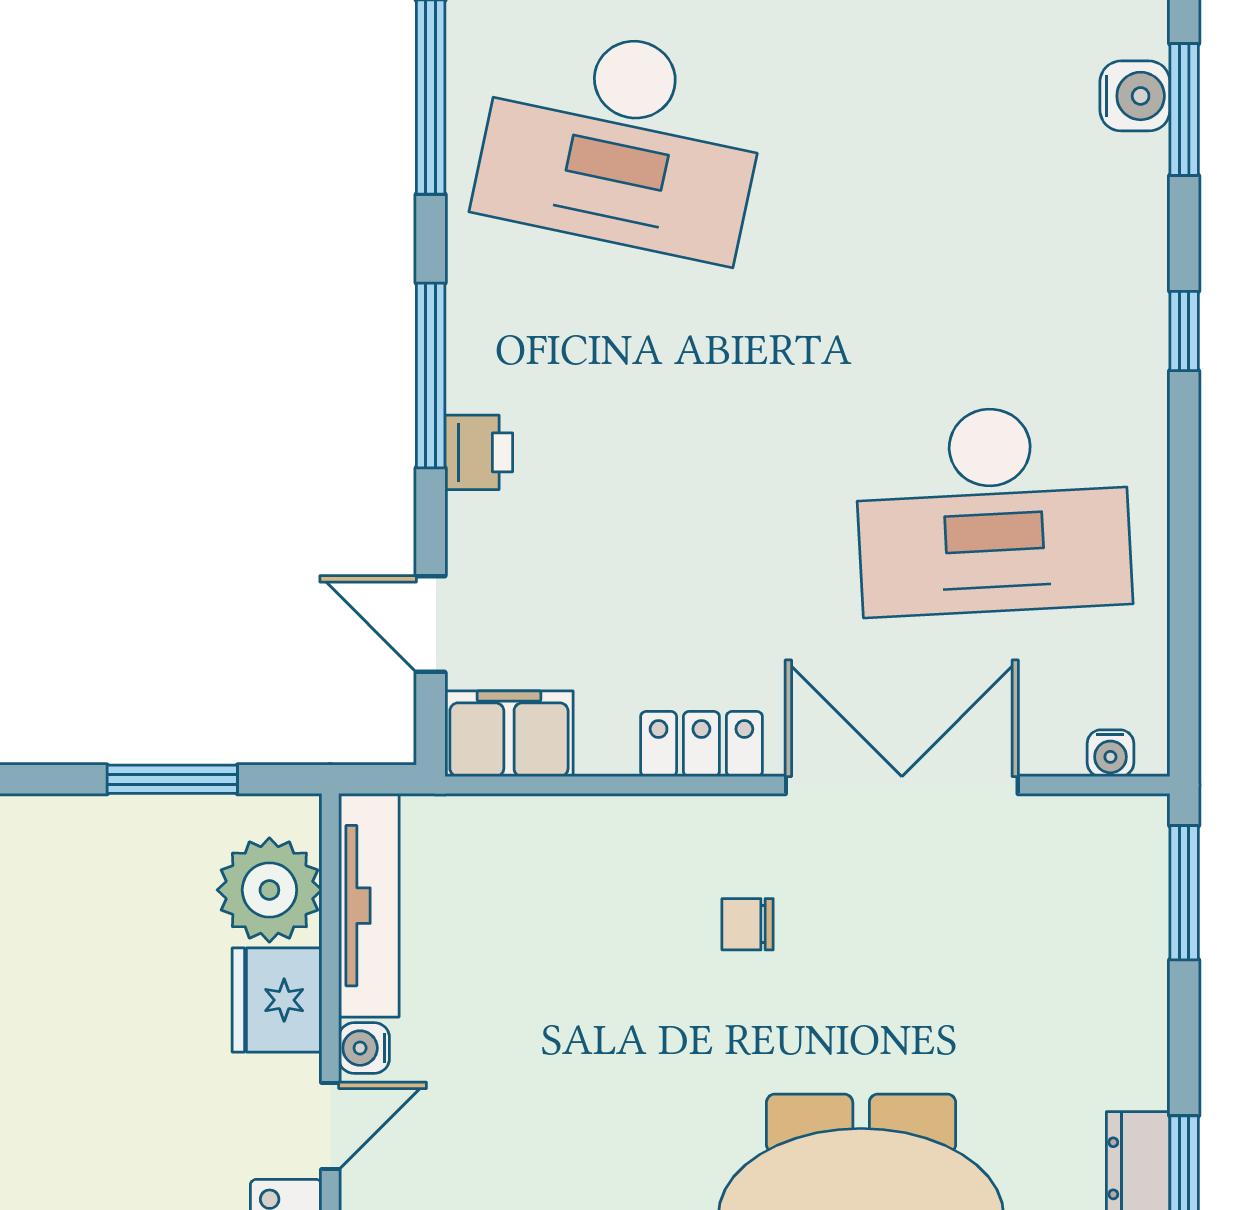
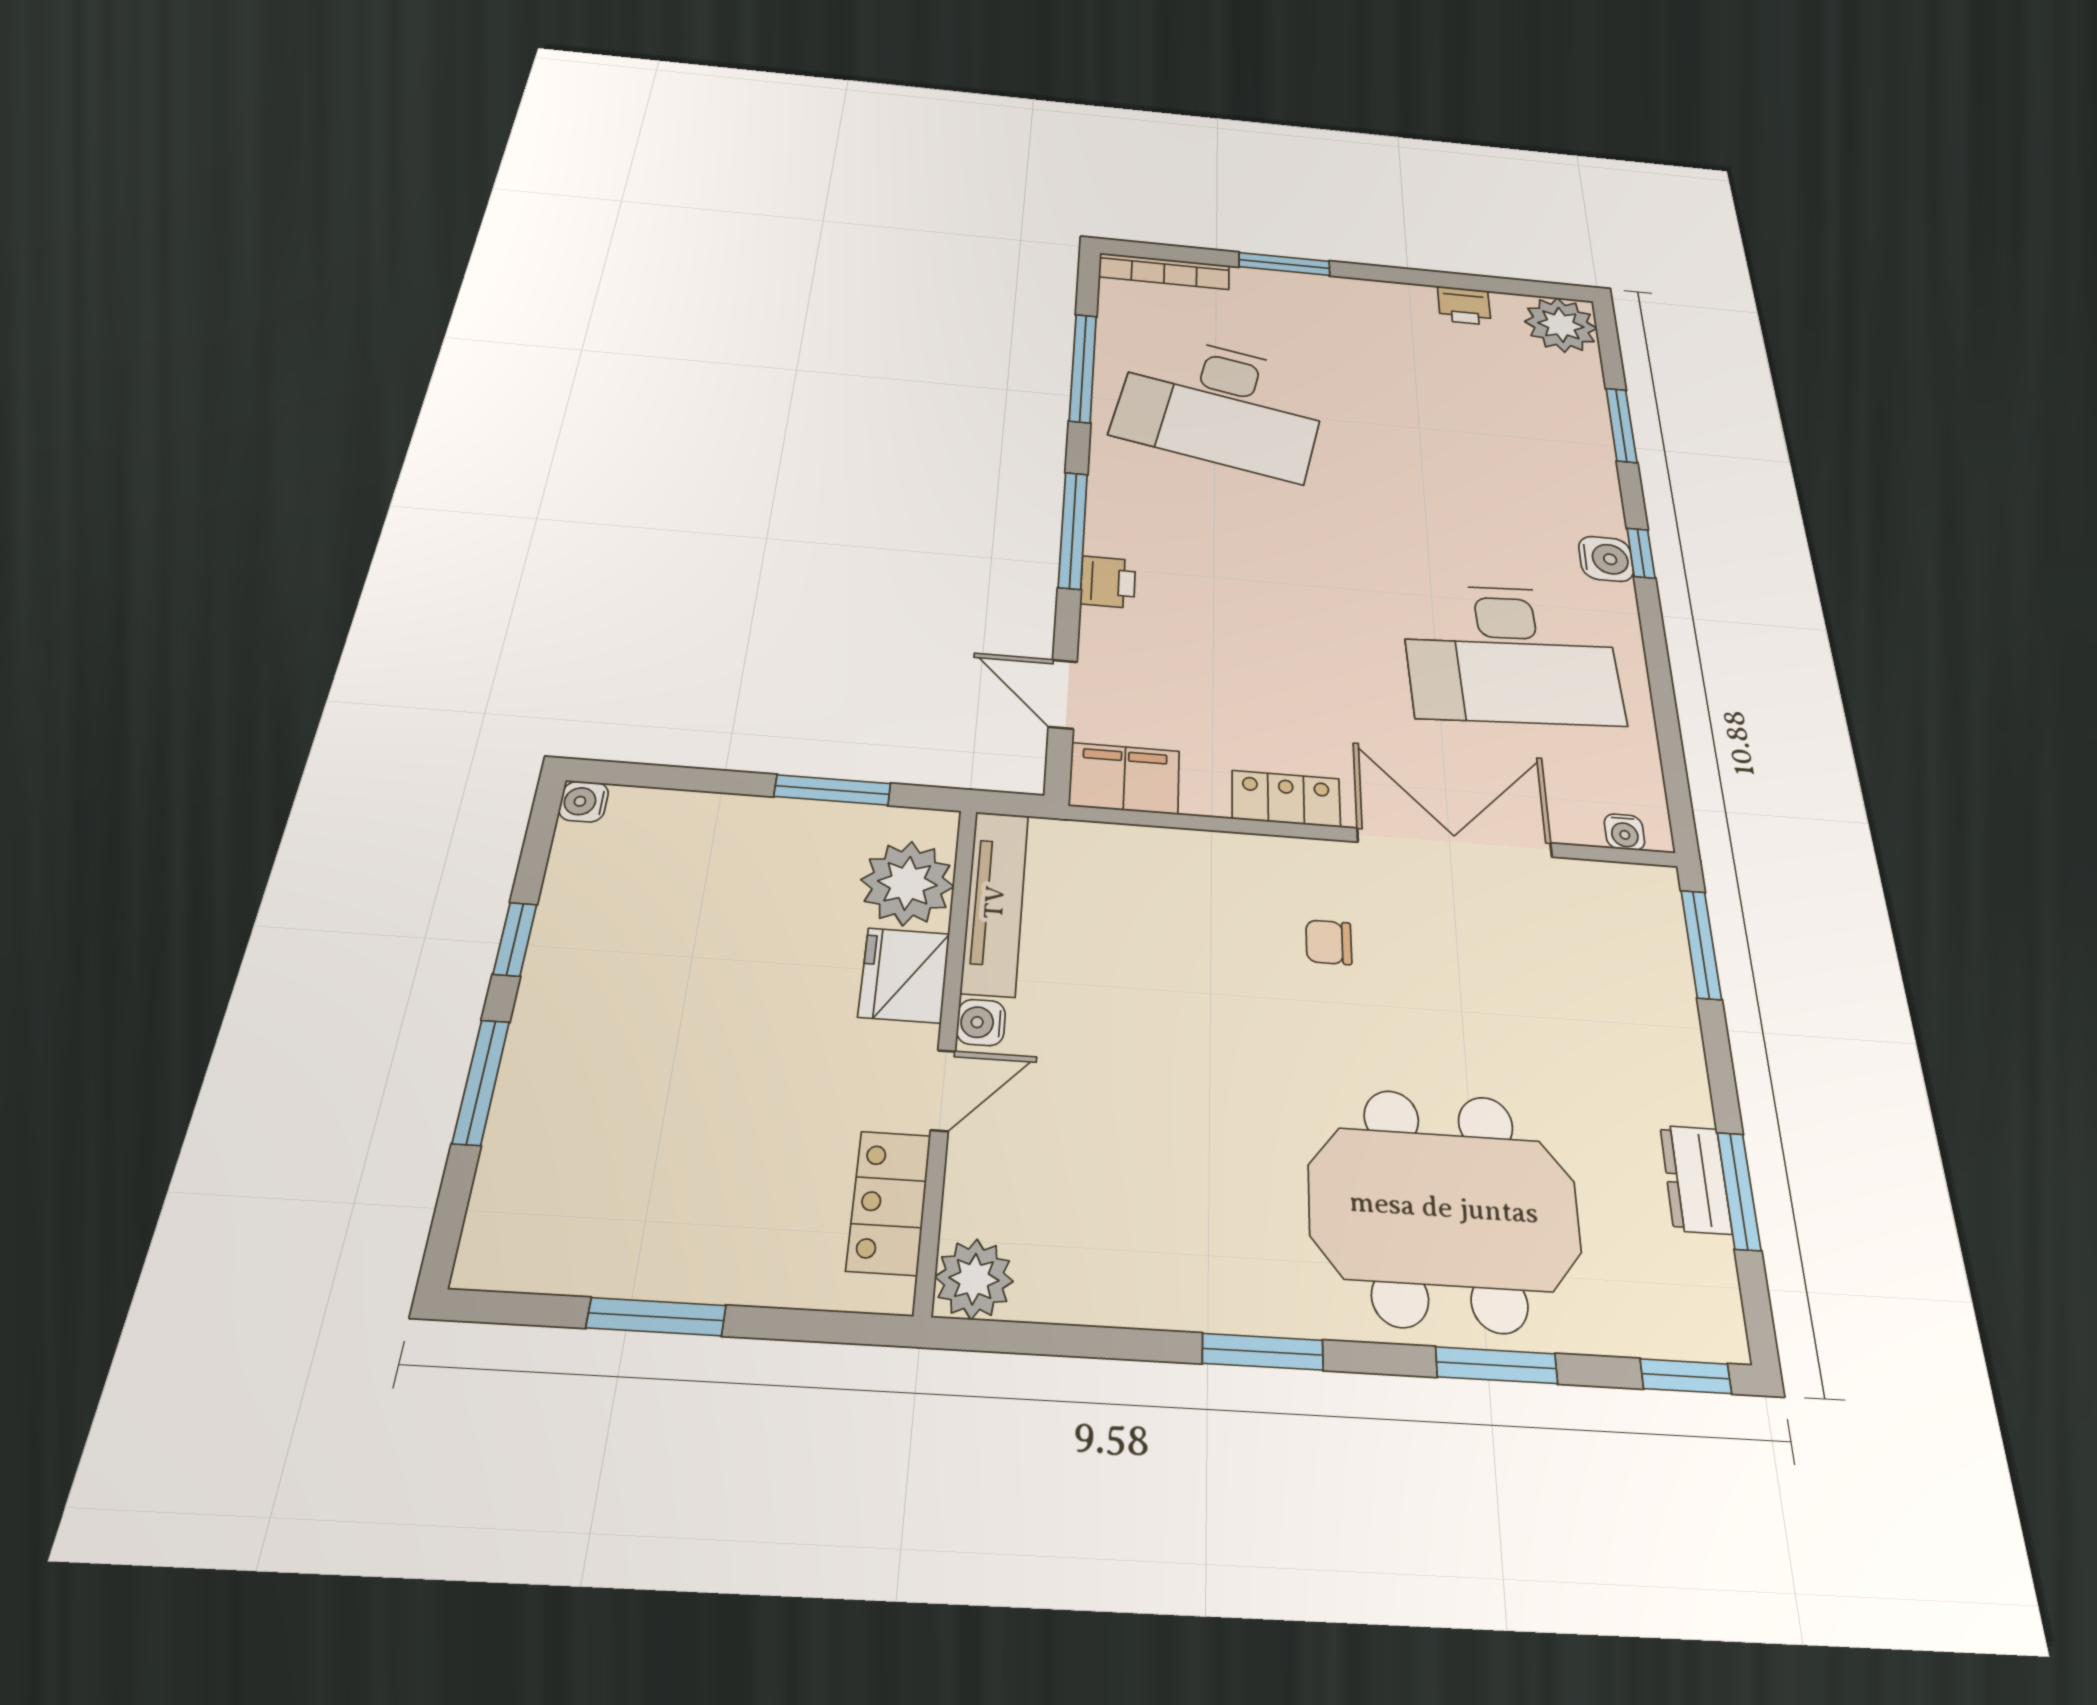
water cooler: (1135, 96) -> (1606, 559), moved

